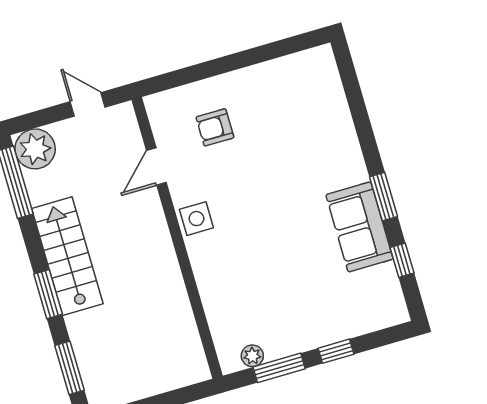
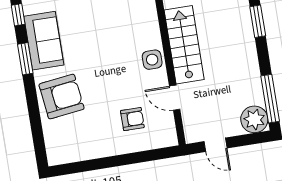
armchair: (323, 148) -> (62, 97), added
door: (156, 166) -> (175, 98), swing flipped
stairs: (67, 256) -> (184, 45), moved, turned 180

